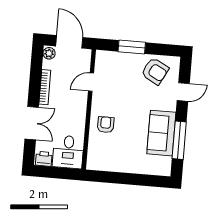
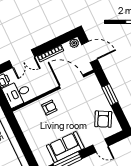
door: (69, 42) -> (89, 52), hinge flipped
door: (91, 82) -> (72, 82), width x1.88

